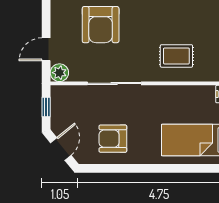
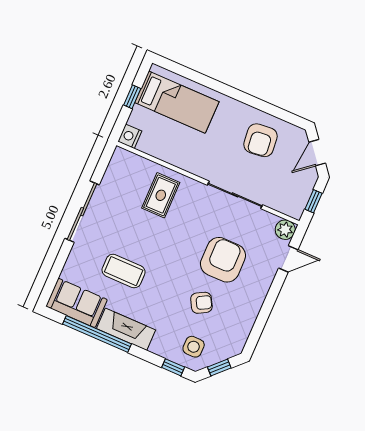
rug: (176, 56) -> (161, 195), turned 90
armchair: (113, 139) -> (260, 140), turned 84

